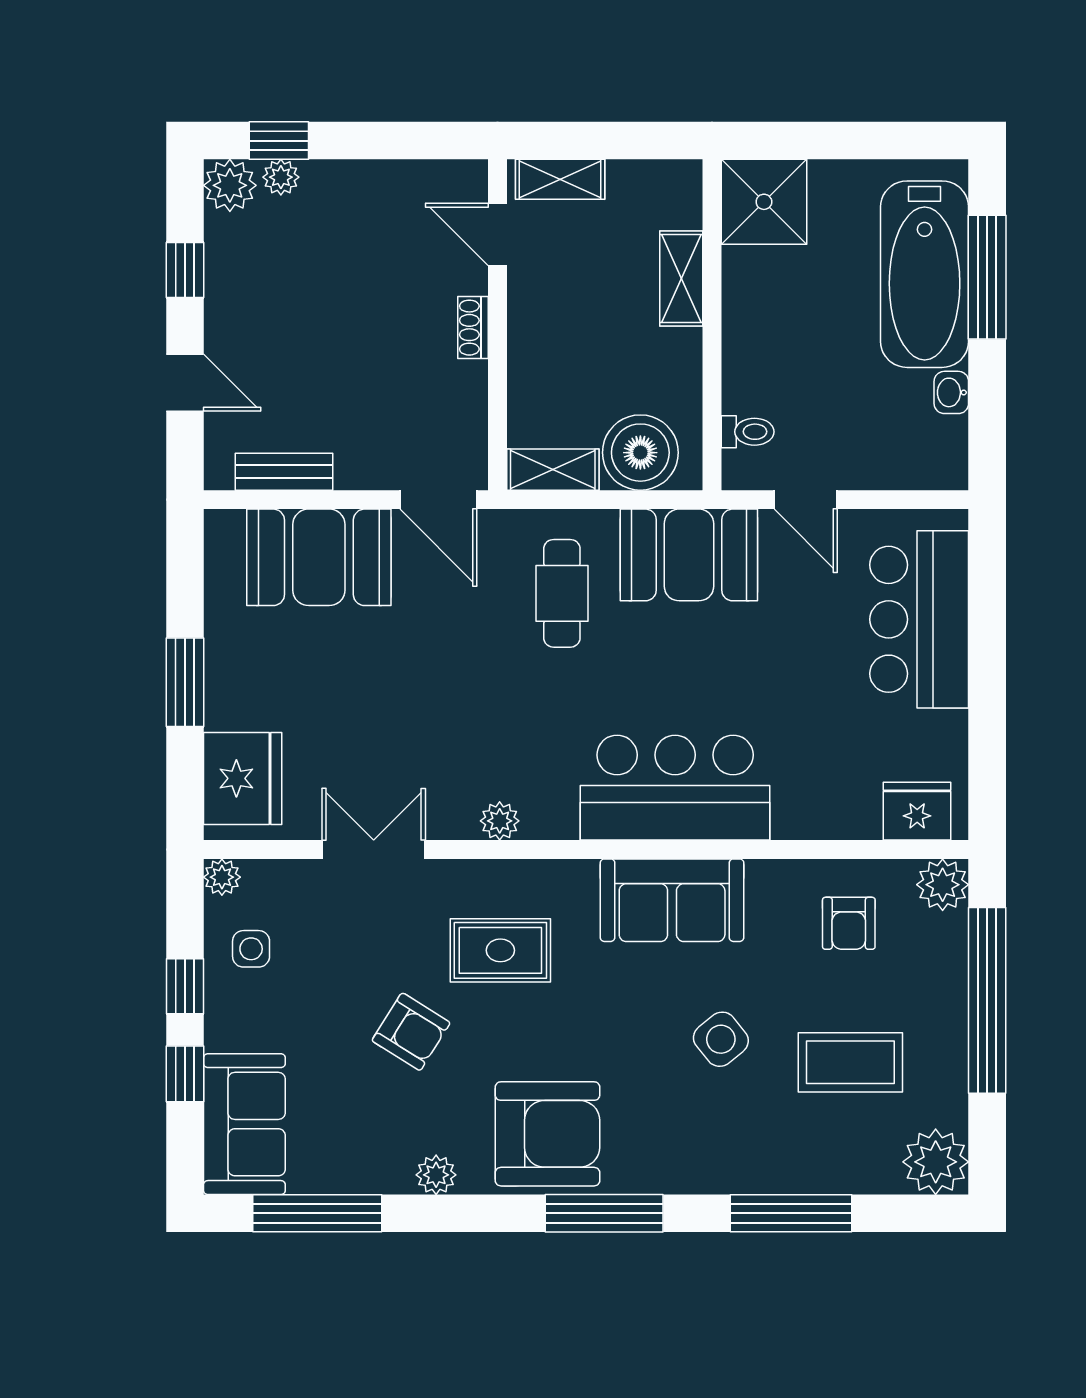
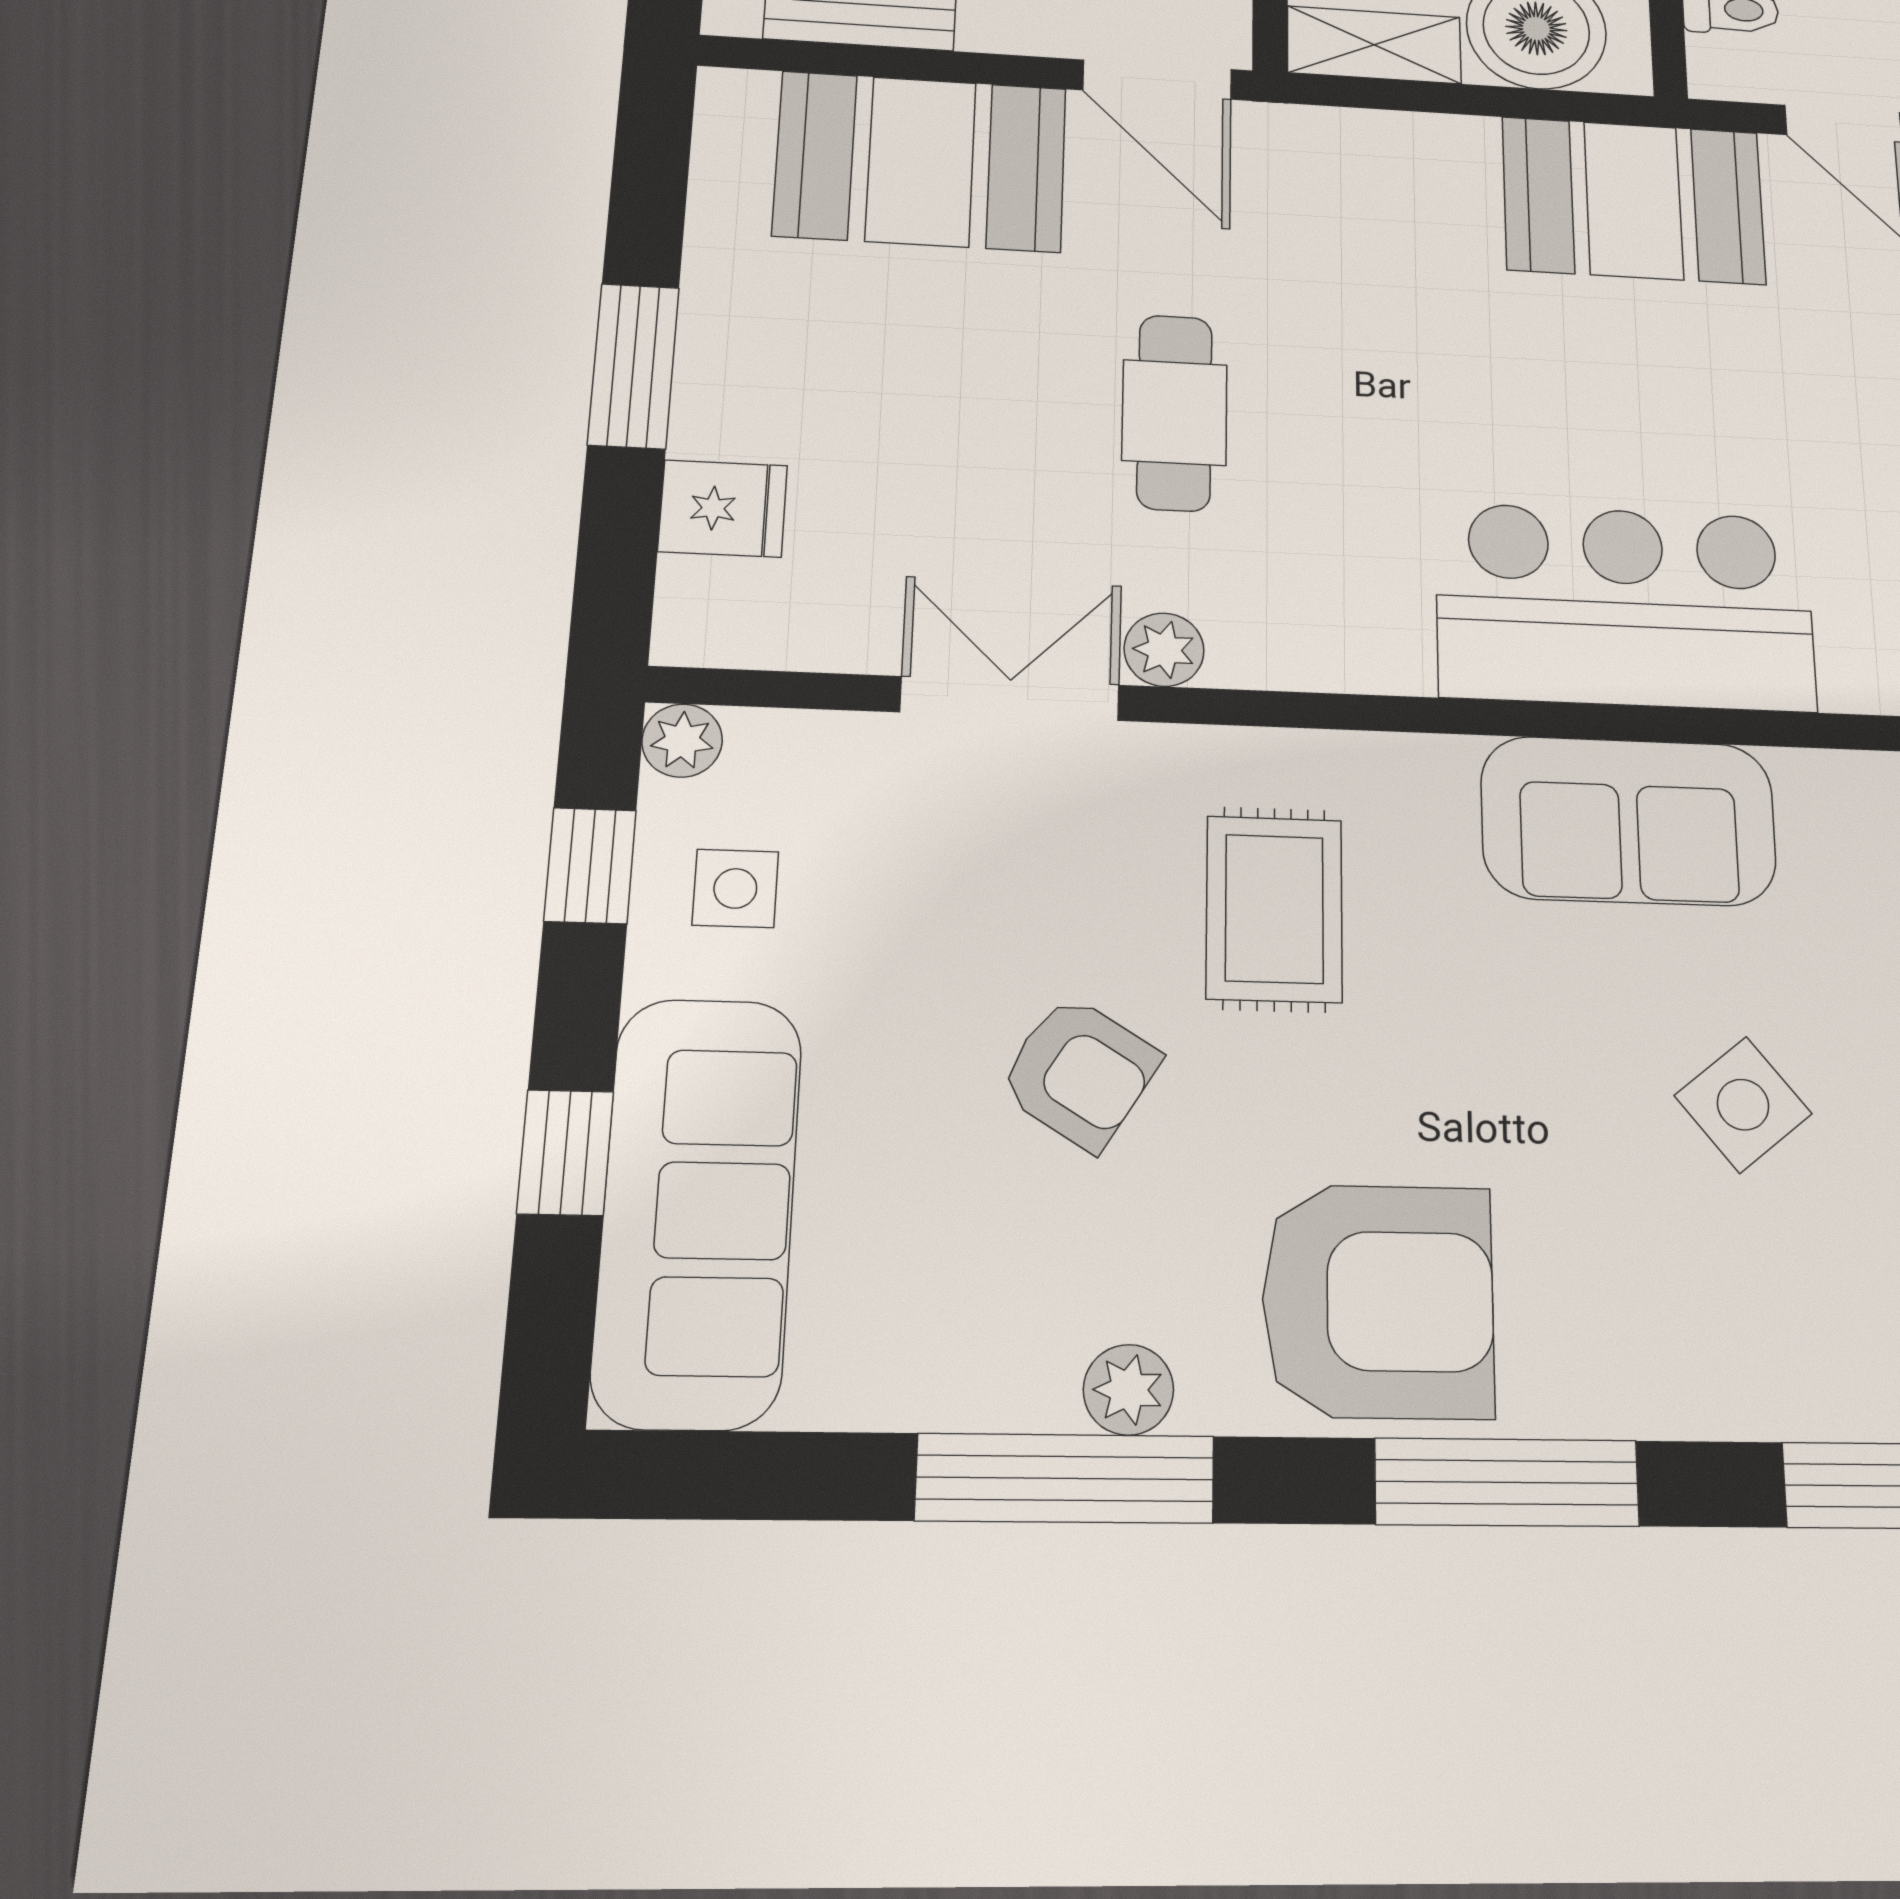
cafe table: (562, 593) -> (1175, 413), moved
fridge: (243, 778) -> (723, 508), width x0.53, depth x0.75
plant: (500, 821) -> (1164, 650), moved
rug: (500, 950) -> (1274, 909), turned 90
window: (185, 986) -> (590, 866), moved
sofa: (244, 1124) -> (698, 1210), width x1.36
window: (317, 1213) -> (1065, 1478), moved

